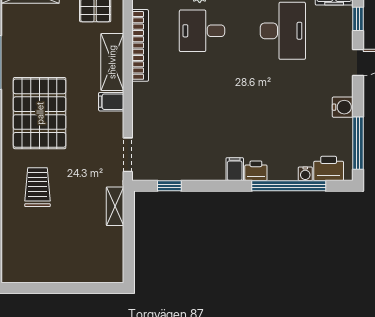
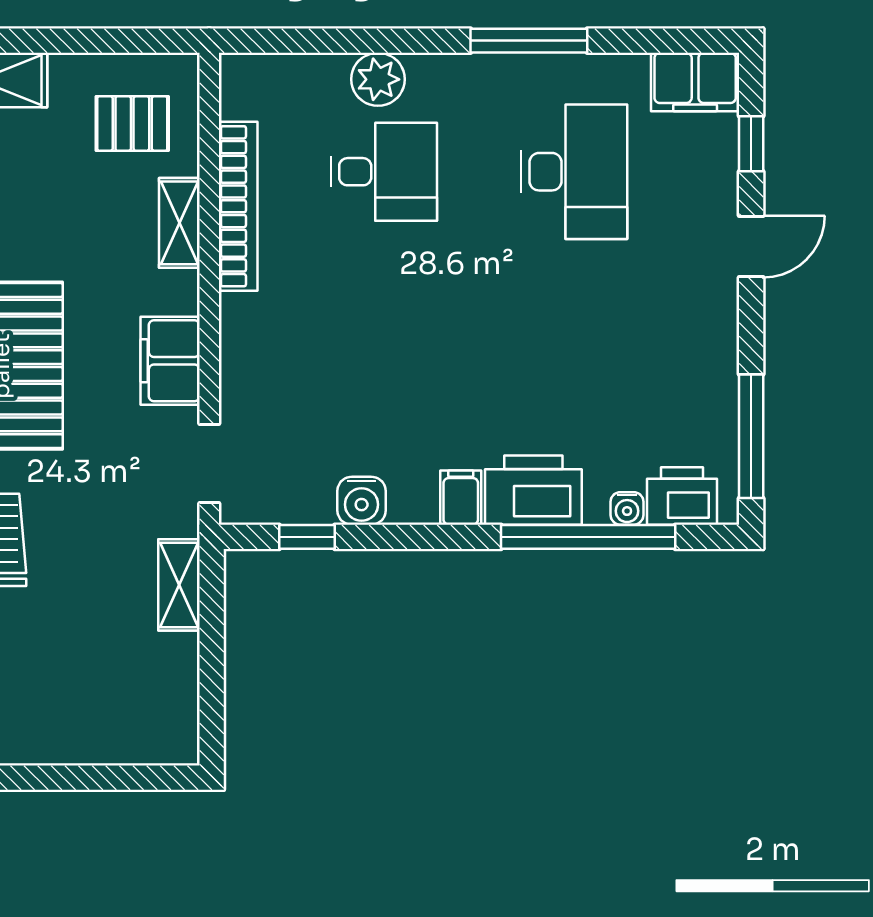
desk: (202, 31) -> (384, 172), turned 180
shelving: (112, 62) -> (179, 223), width x0.67, depth x0.75
filing cabinet: (111, 102) -> (170, 361), width x2.00
water cooler: (343, 107) -> (362, 501), moved, turned 90
printer: (256, 171) -> (533, 490), width x1.87, depth x1.48

